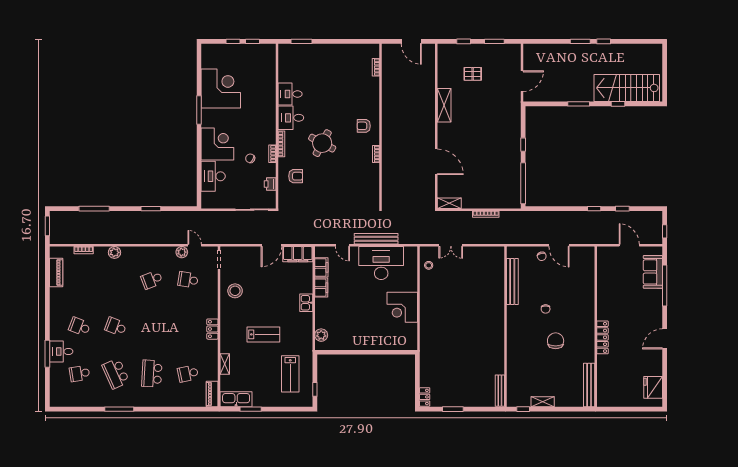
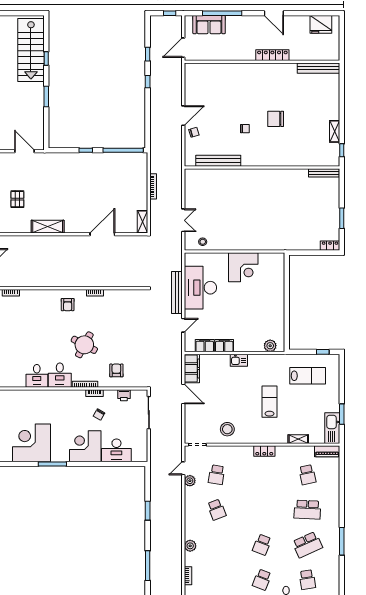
wall: (596, 327) -> (262, 62), moved
locker: (602, 337) -> (272, 55), moved
bench: (589, 385) -> (318, 68), moved

